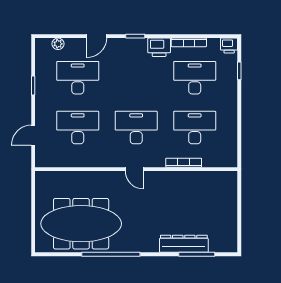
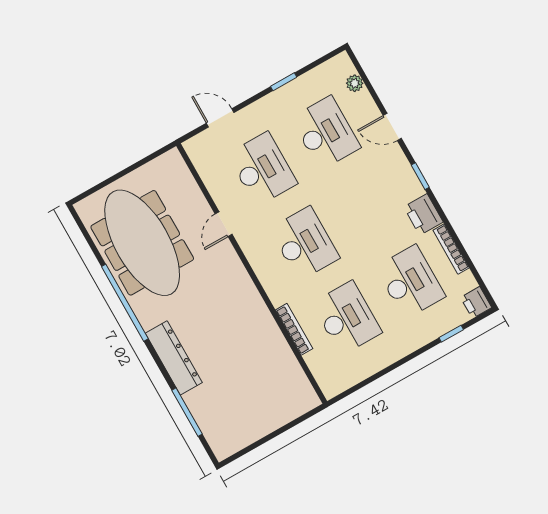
door: (134, 169) -> (224, 224), moved
dresser: (184, 244) -> (174, 358), moved

